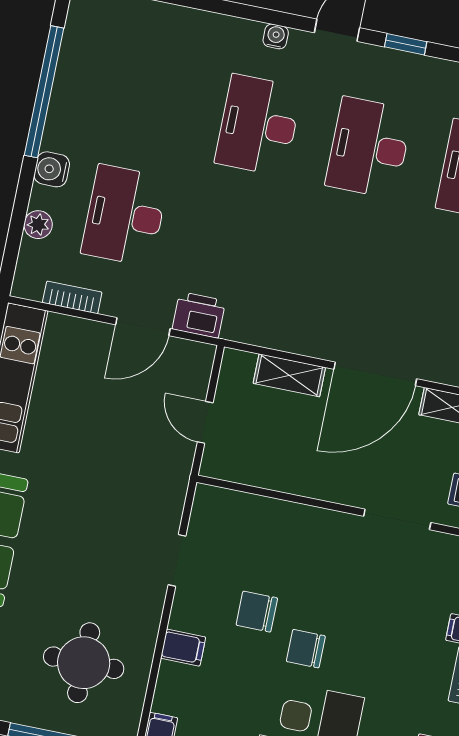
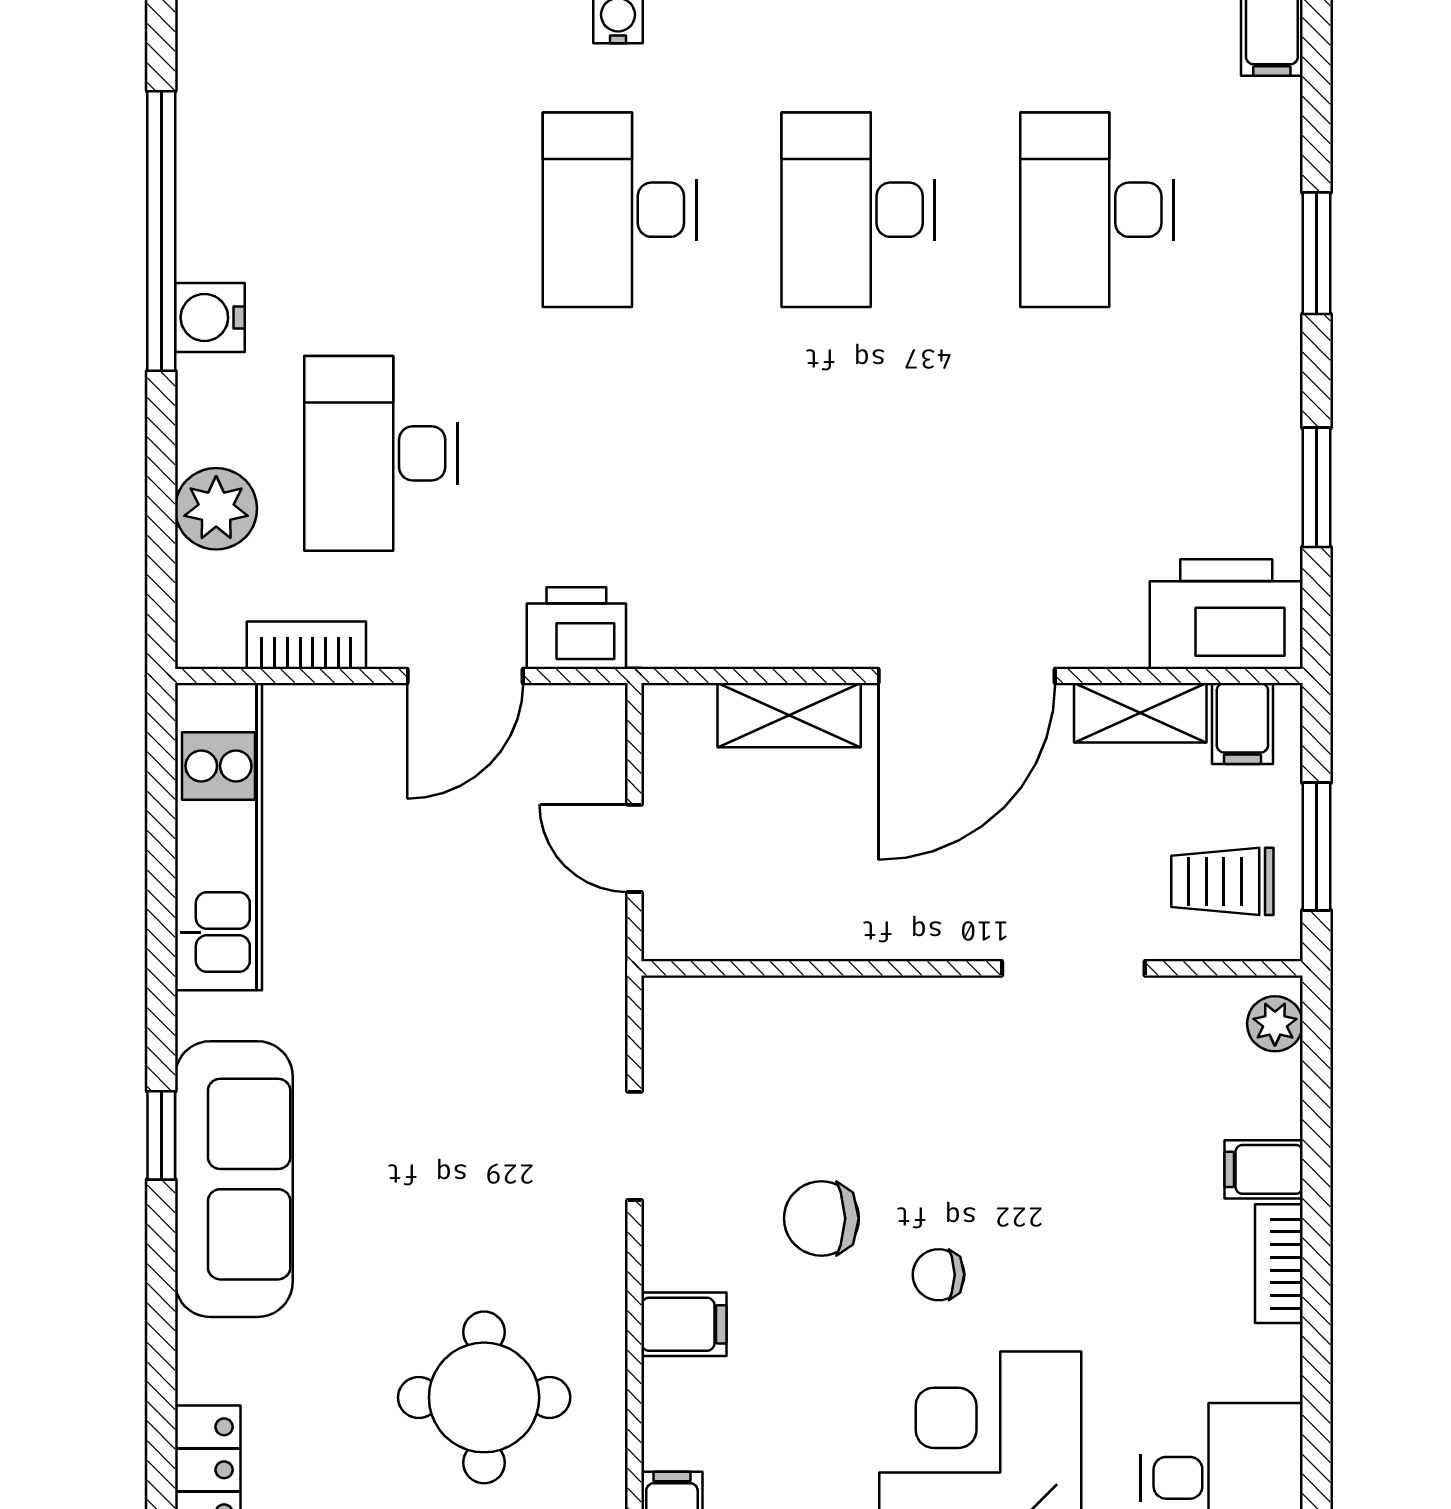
water cooler: (52, 169) -> (210, 318), moved
plant: (38, 225) -> (216, 509), width x1.38, depth x1.38
chair: (306, 649) -> (939, 1275), width x0.73, depth x0.73

